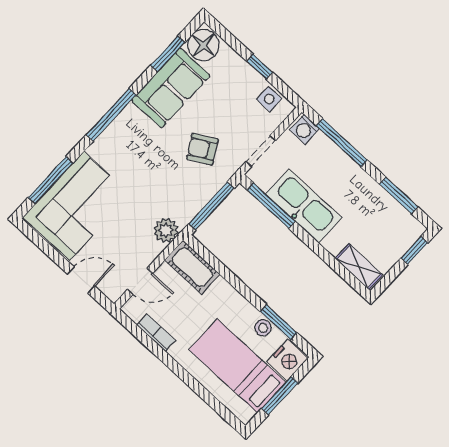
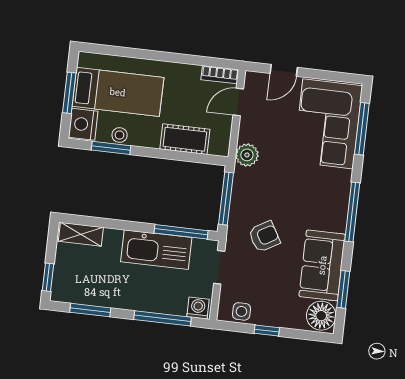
cot: (192, 267) -> (185, 139), moved
bookcase: (156, 333) -> (220, 75), moved

